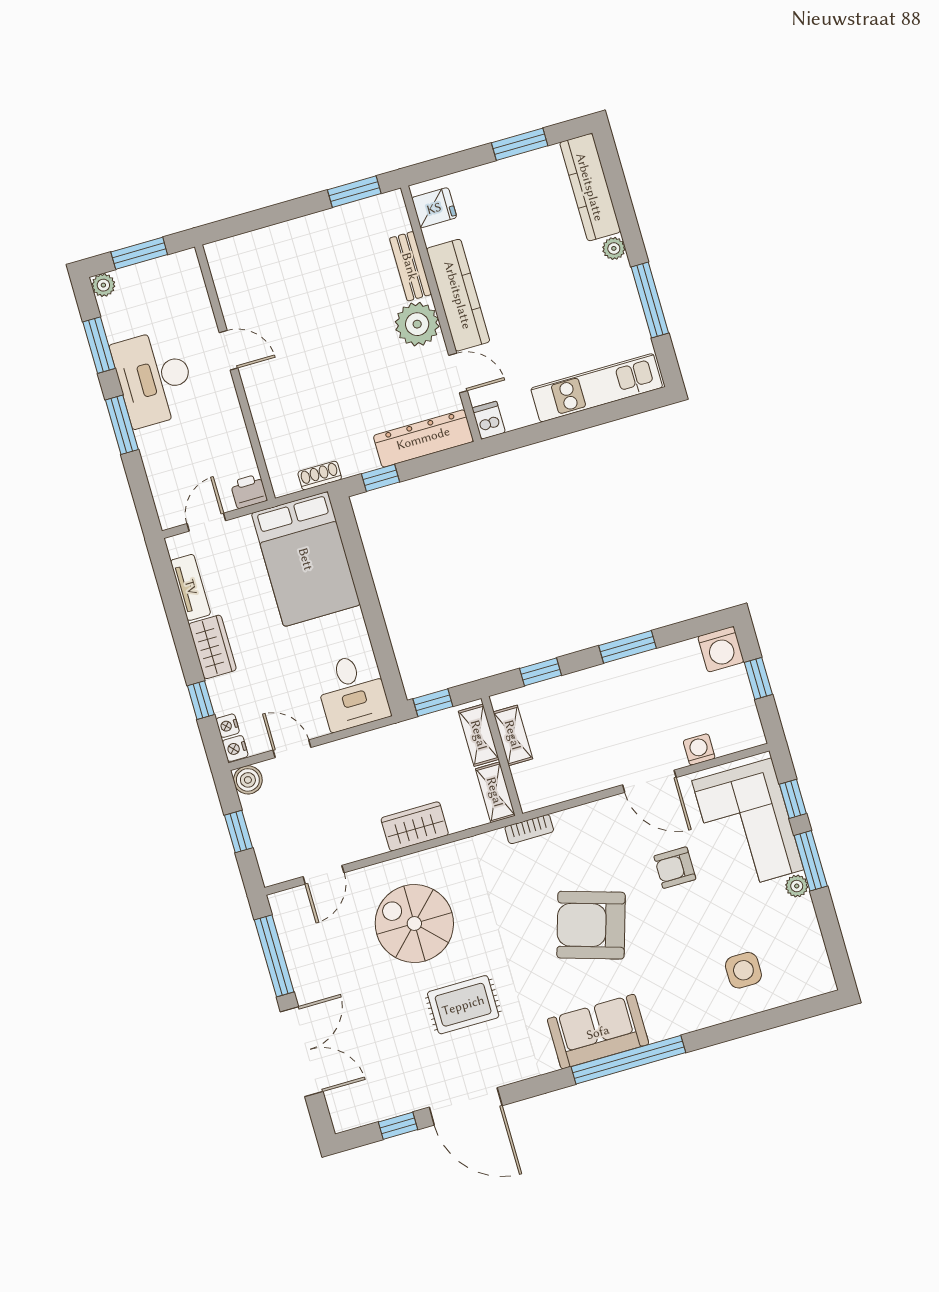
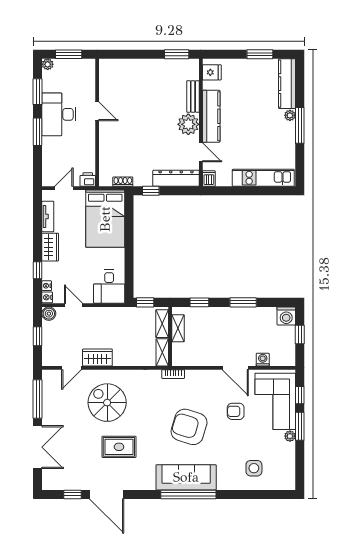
window: (650, 300) -> (300, 125), moved
wardrobe: (415, 826) -> (97, 357), moved
sofa: (598, 1032) -> (186, 477), width x1.36

